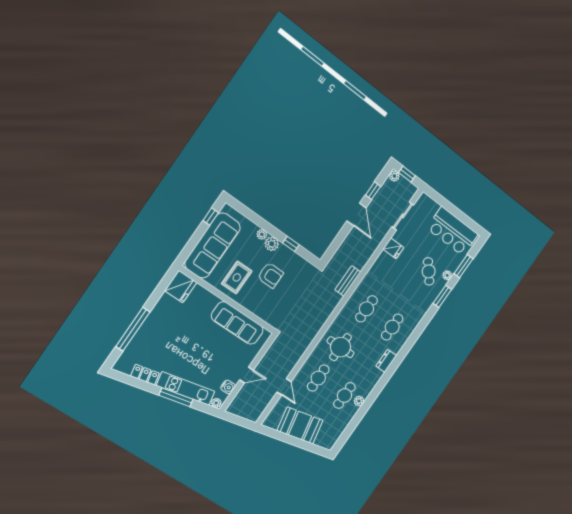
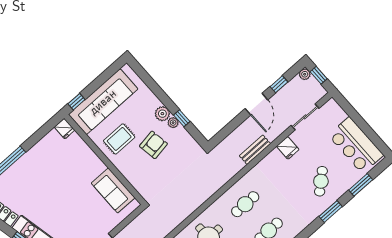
window: (211, 217) -> (76, 102), moved
plant: (262, 234) -> (173, 123), moved
armchair: (270, 275) -> (153, 145), turned -99
plant: (447, 275) -> (341, 190), removed
bench: (348, 281) -> (255, 150), moved
fridge: (181, 287) -> (64, 129), width x0.53, depth x0.75
sofa: (237, 323) -> (113, 191), width x0.73

